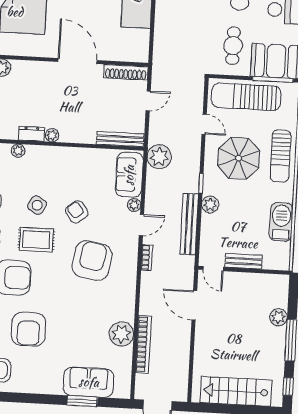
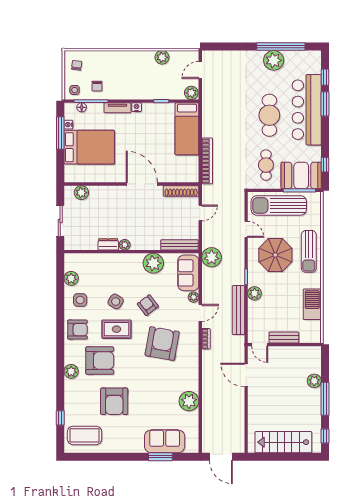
plant: (18, 151) -> (153, 263), moved, width x1.88, depth x1.88
bookcase: (143, 344) -> (207, 161), moved

